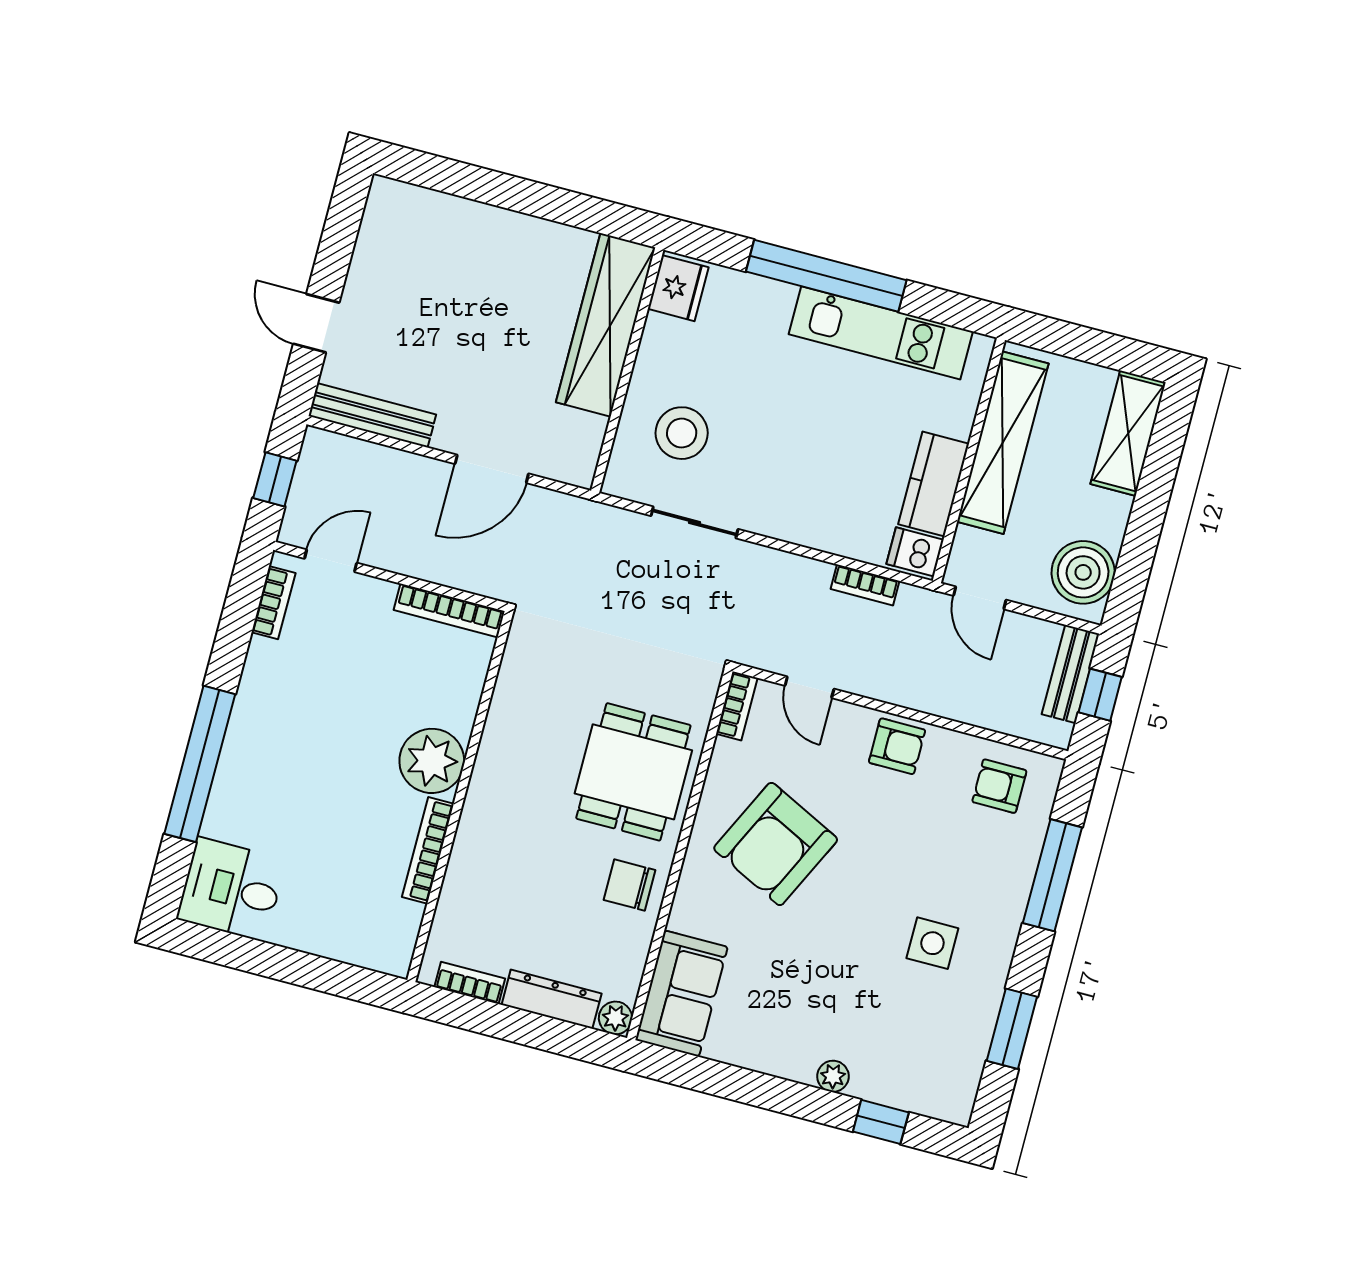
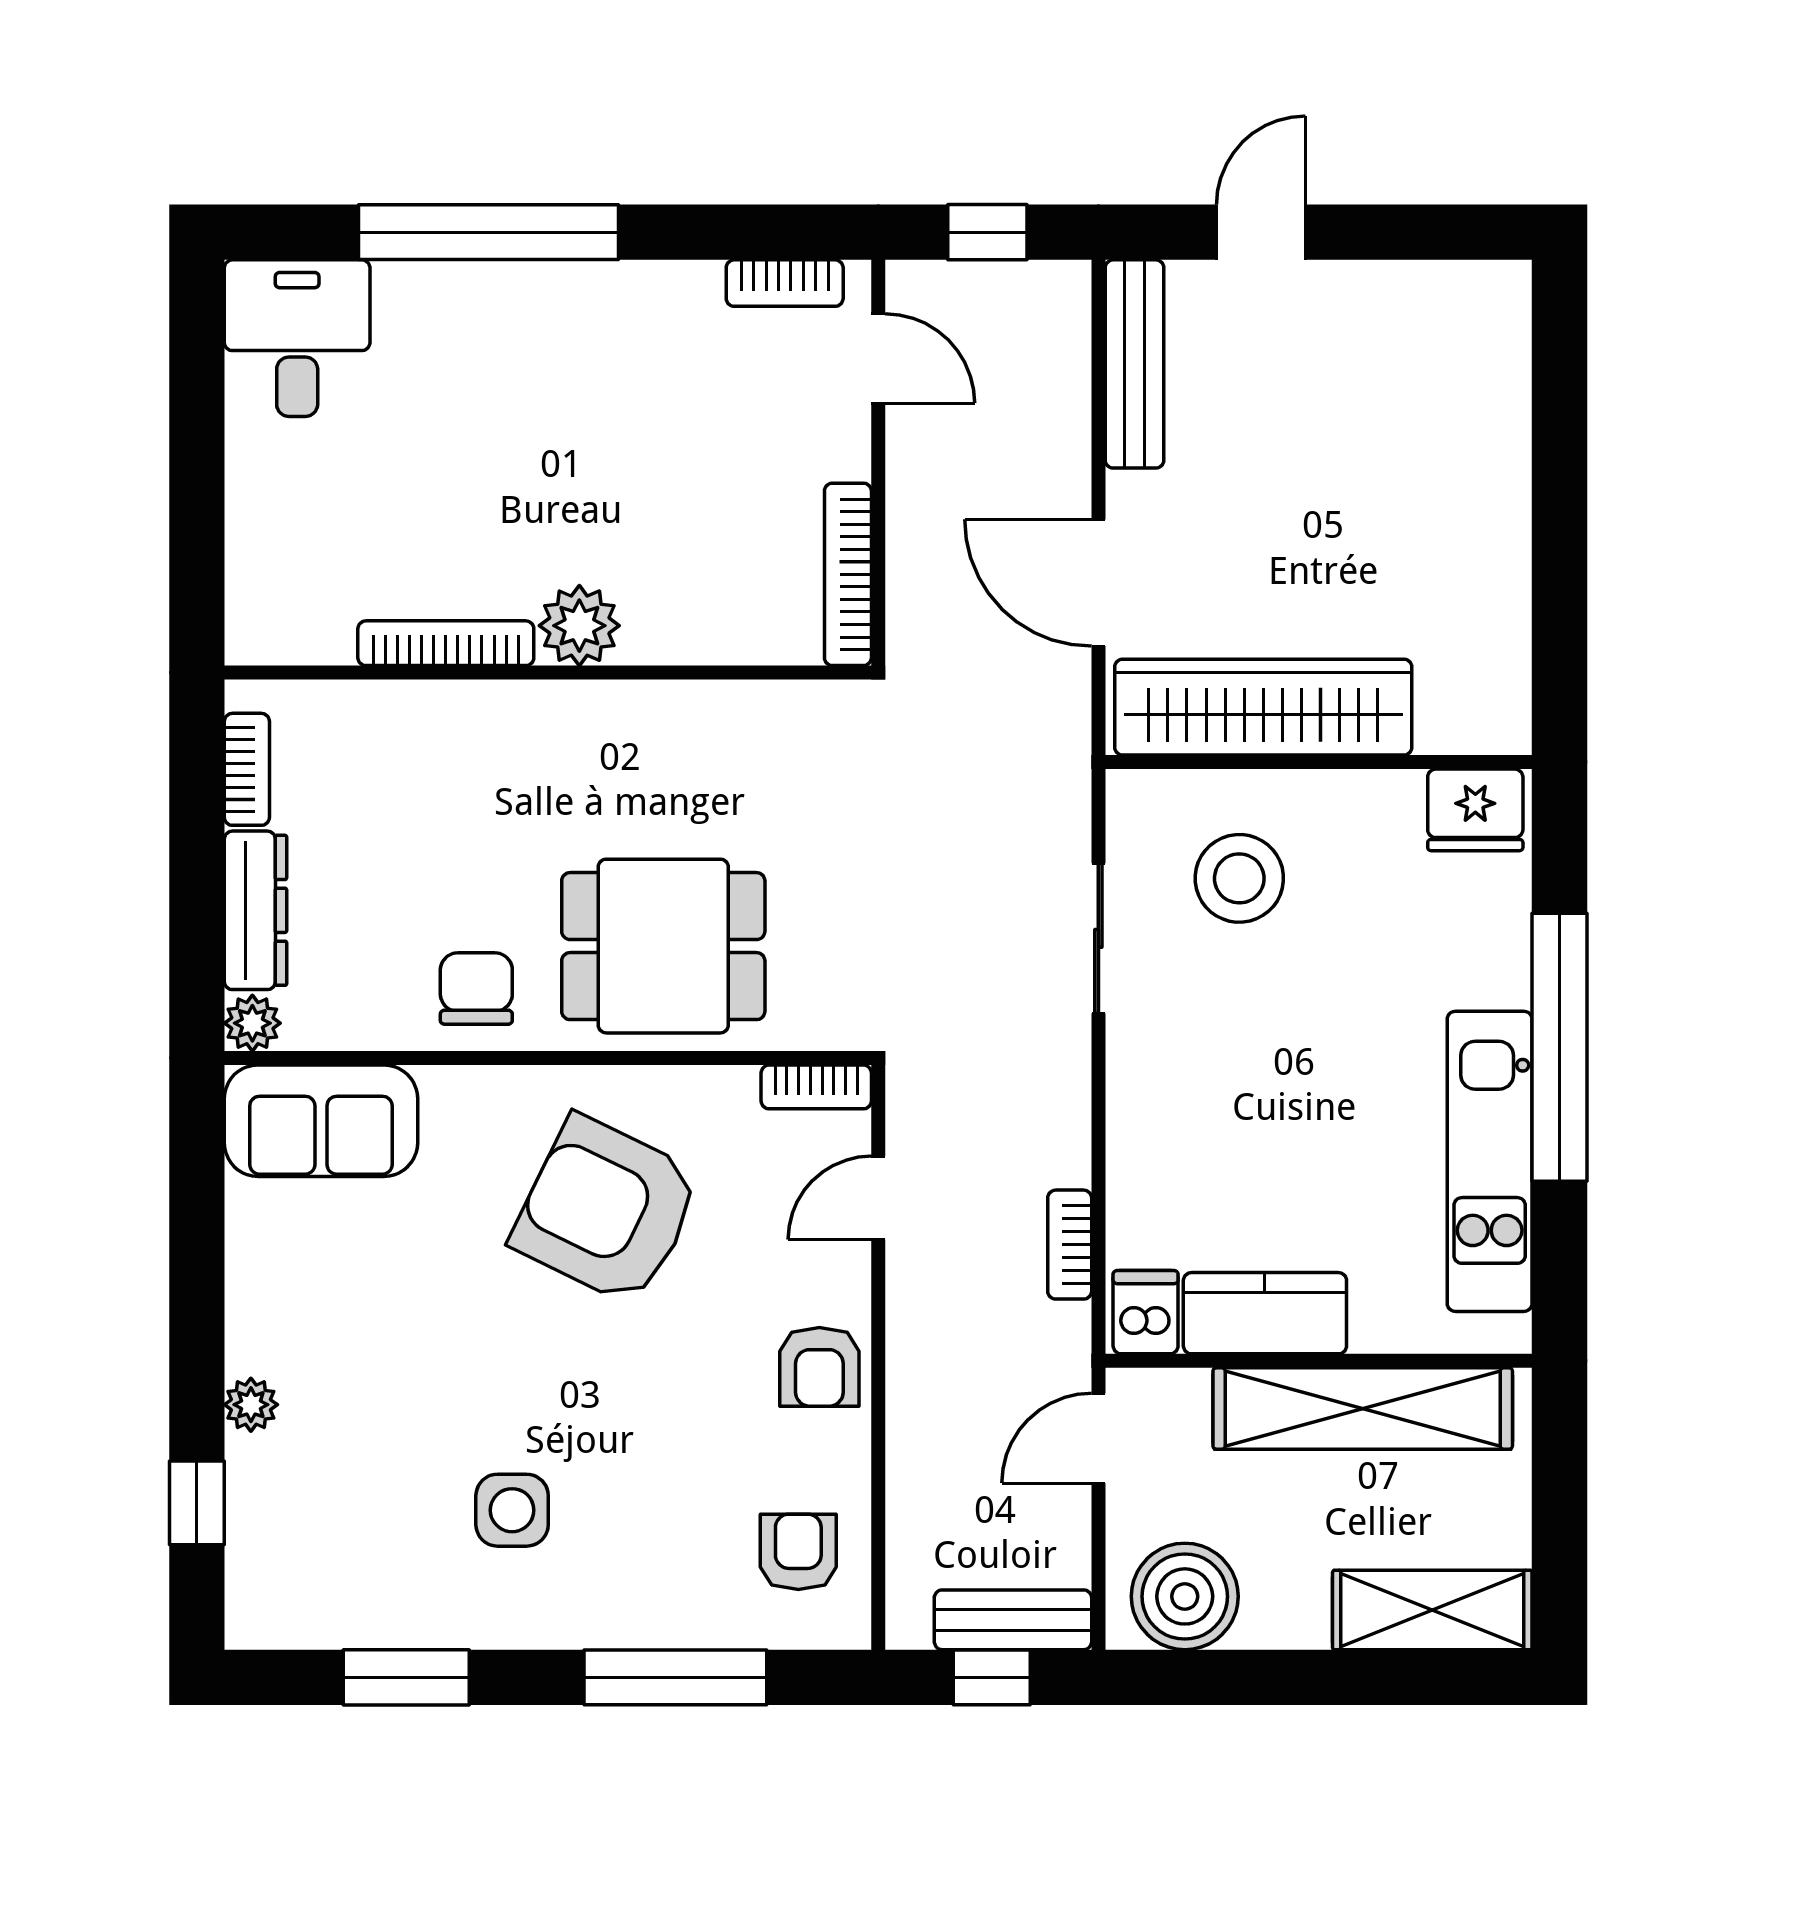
wardrobe: (606, 325) -> (1263, 707), moved
plant: (432, 761) -> (579, 626), width x0.73, depth x0.73

